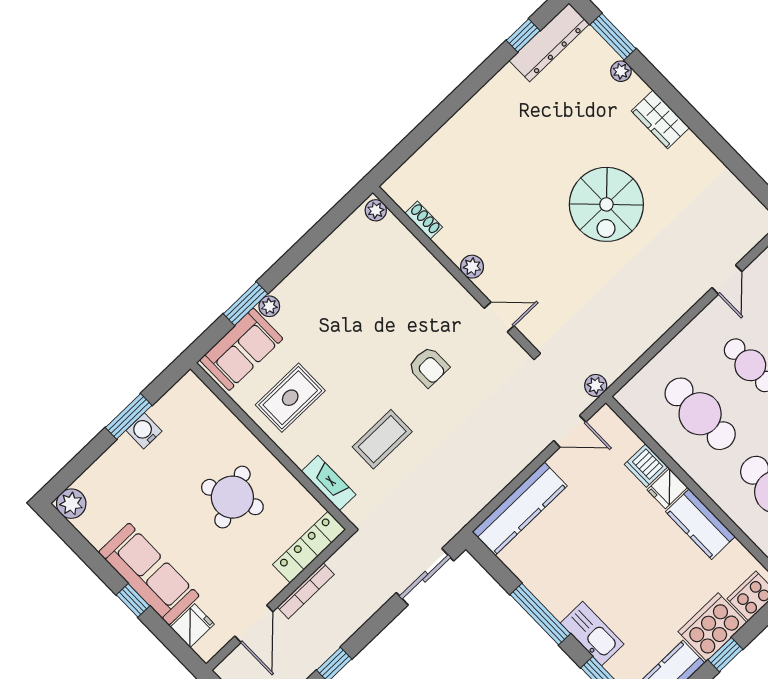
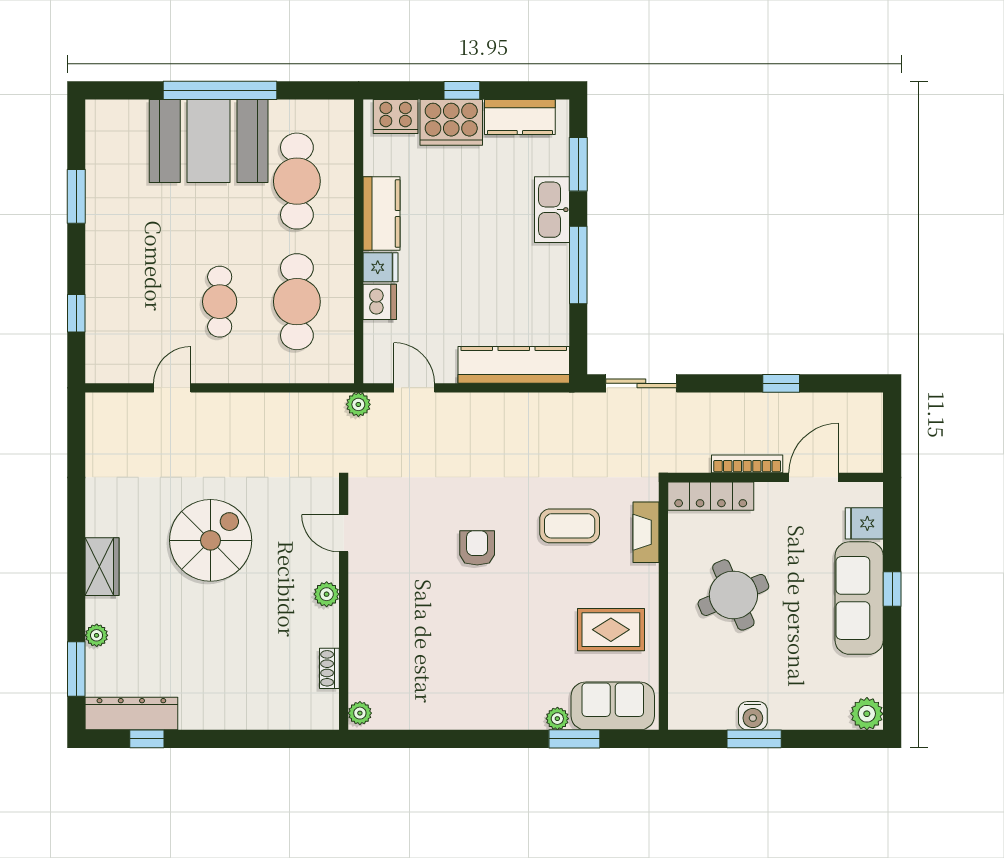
plant: (376, 210) -> (360, 713), moved
shoe rack: (424, 220) -> (329, 668), moved
plant: (472, 267) -> (327, 594), moved
wall: (453, 270) -> (344, 606), moved
door: (499, 317) -> (344, 533), moved

